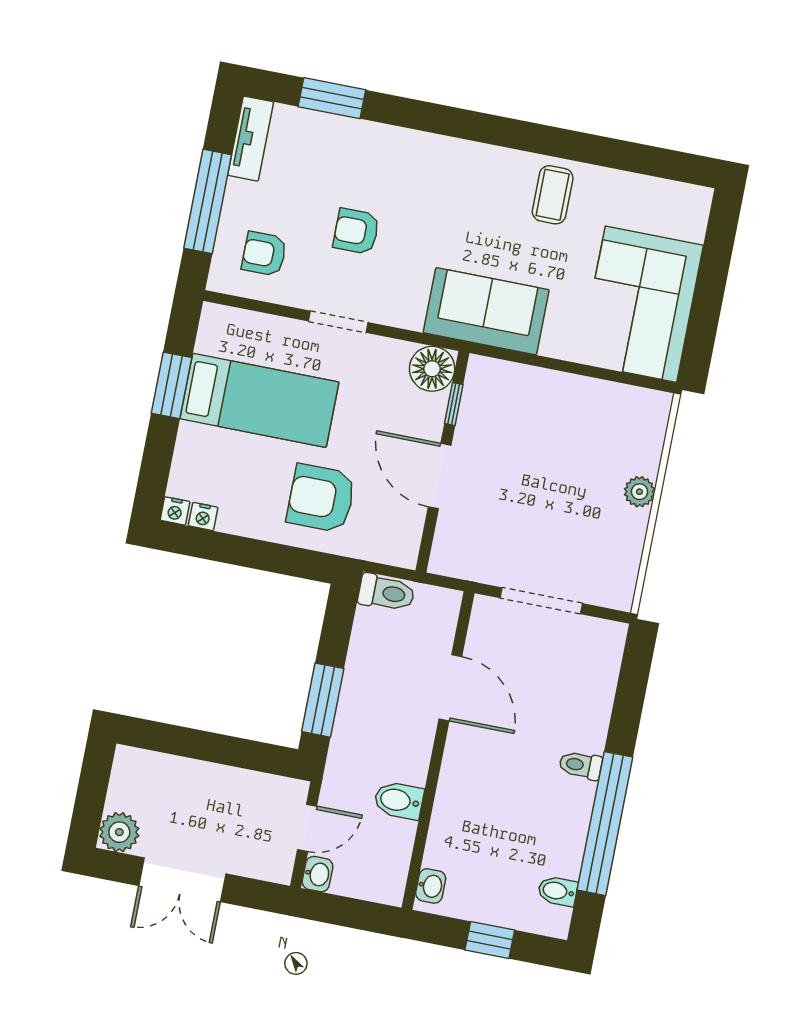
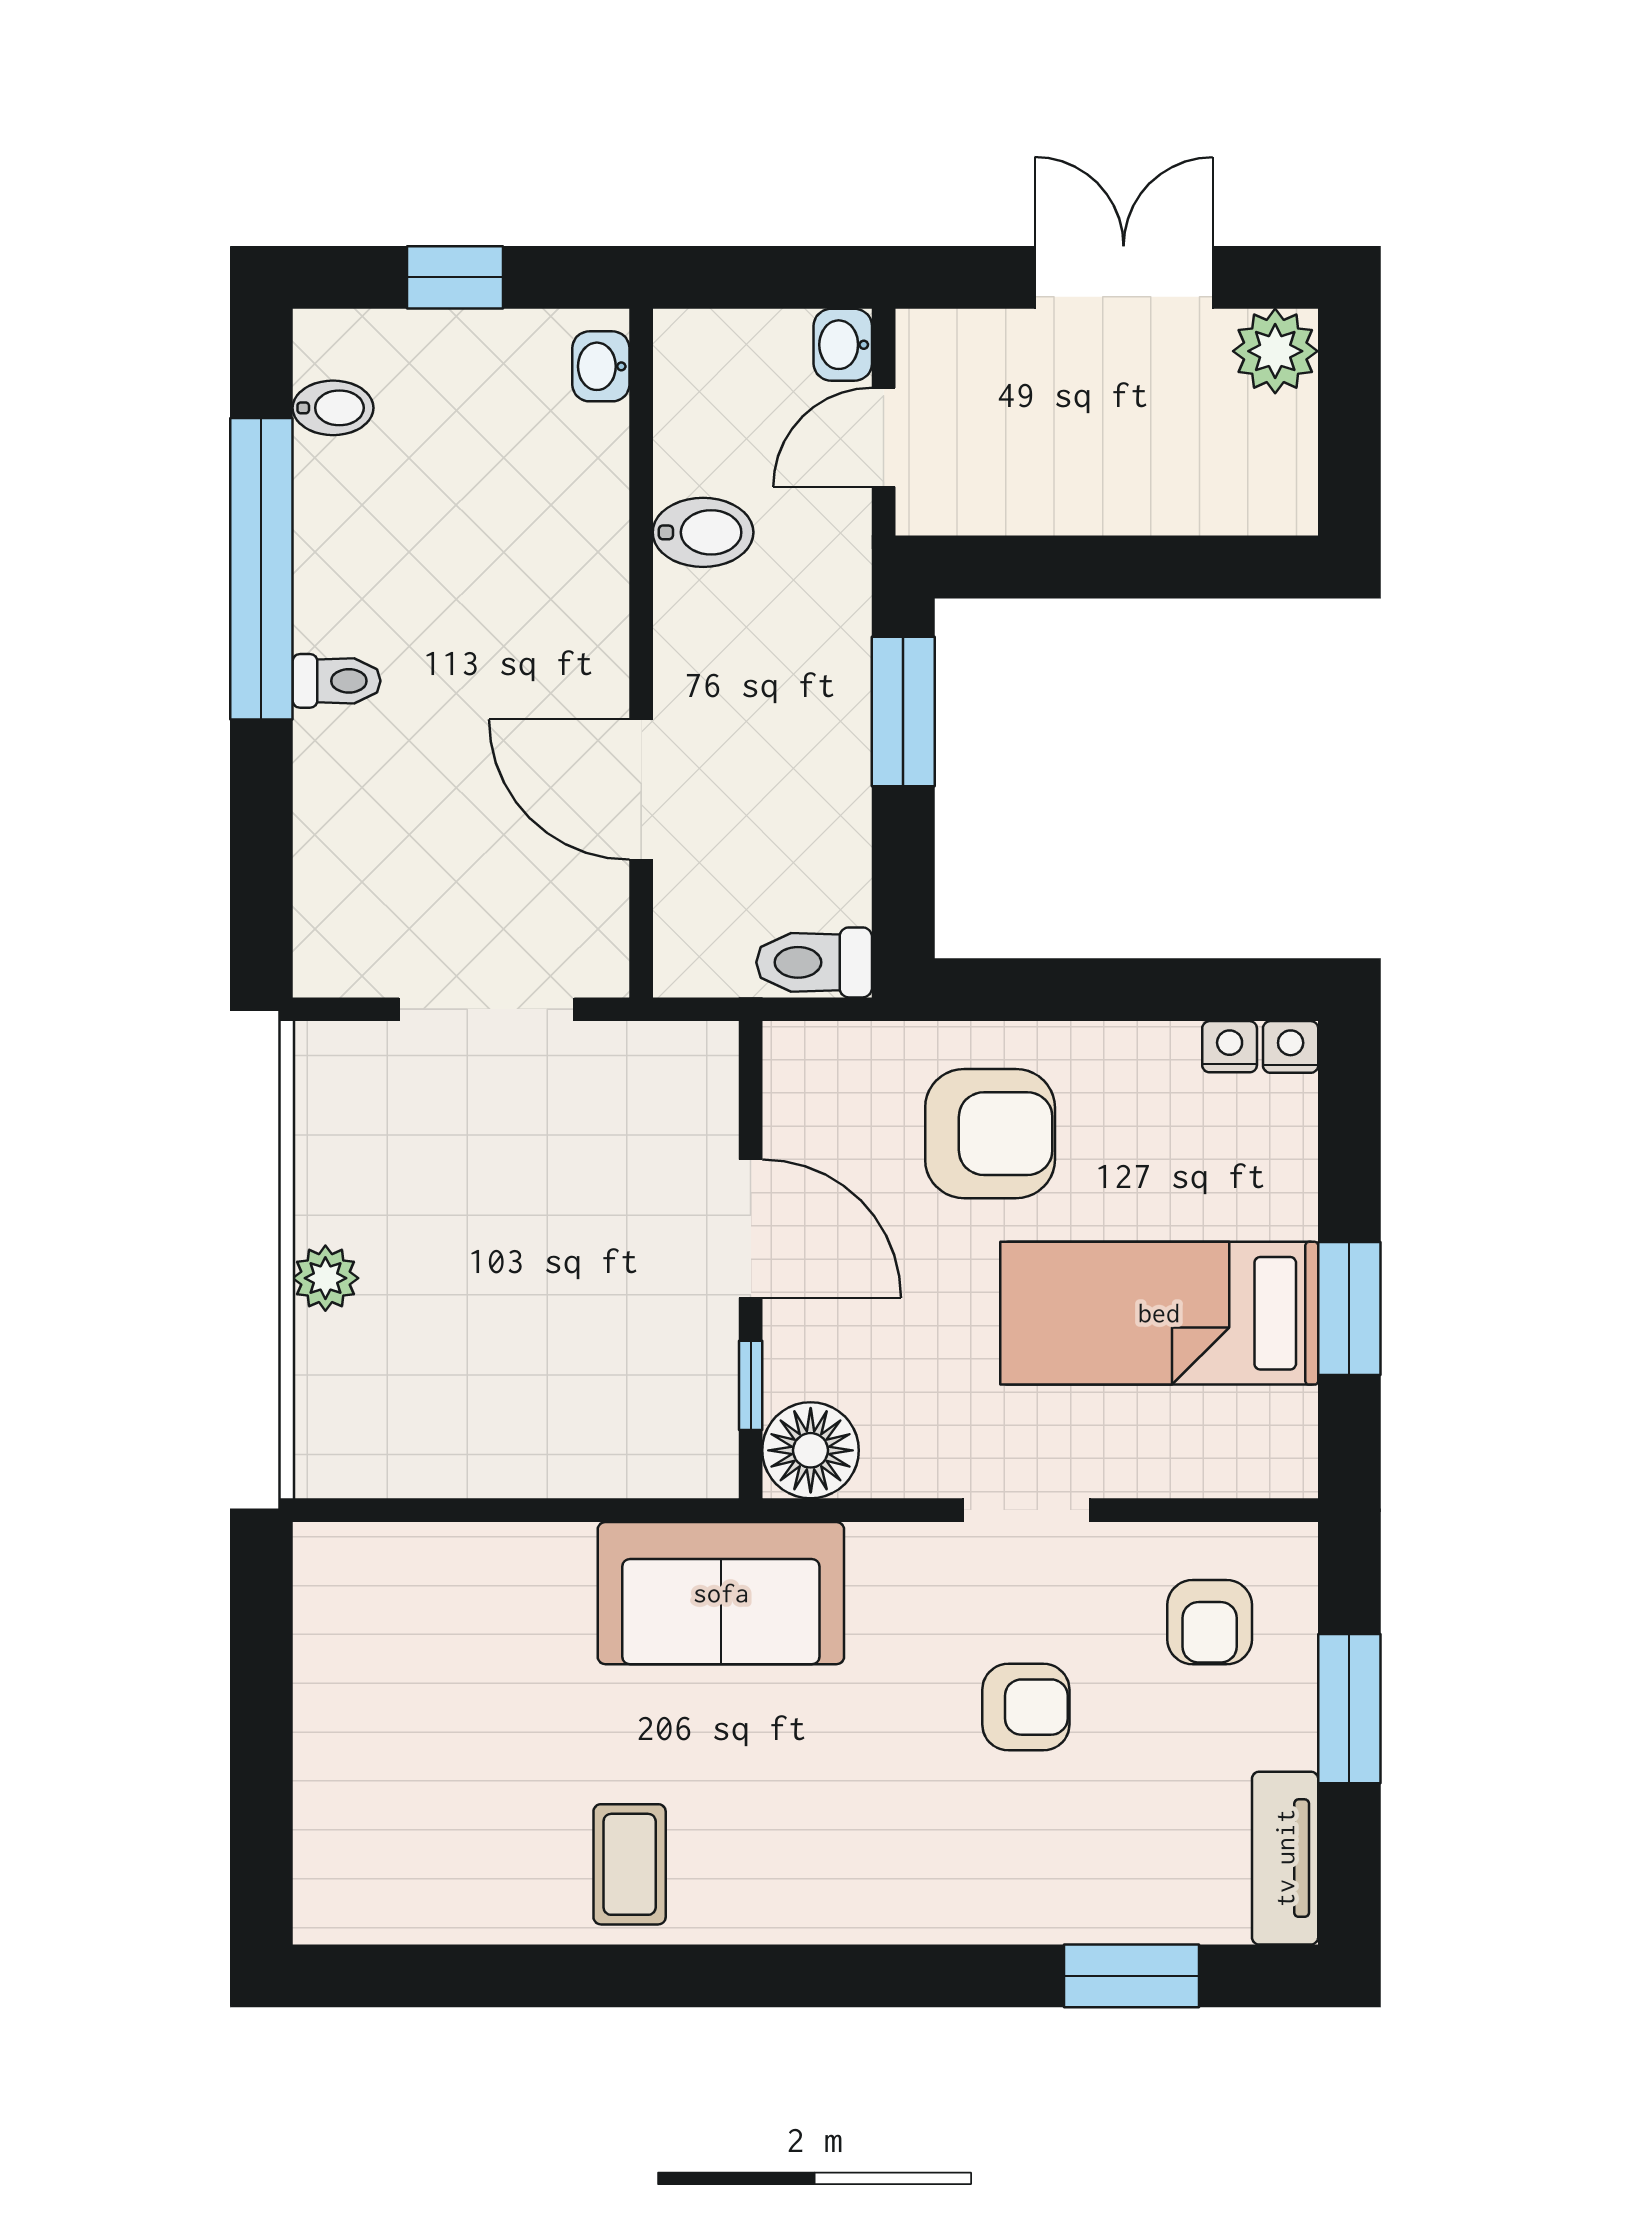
window: (208, 201) -> (1349, 1709), width x0.69
armchair: (264, 254) -> (1210, 1622), turned 90
corner sofa: (641, 304) -> (399, 1671), removed

